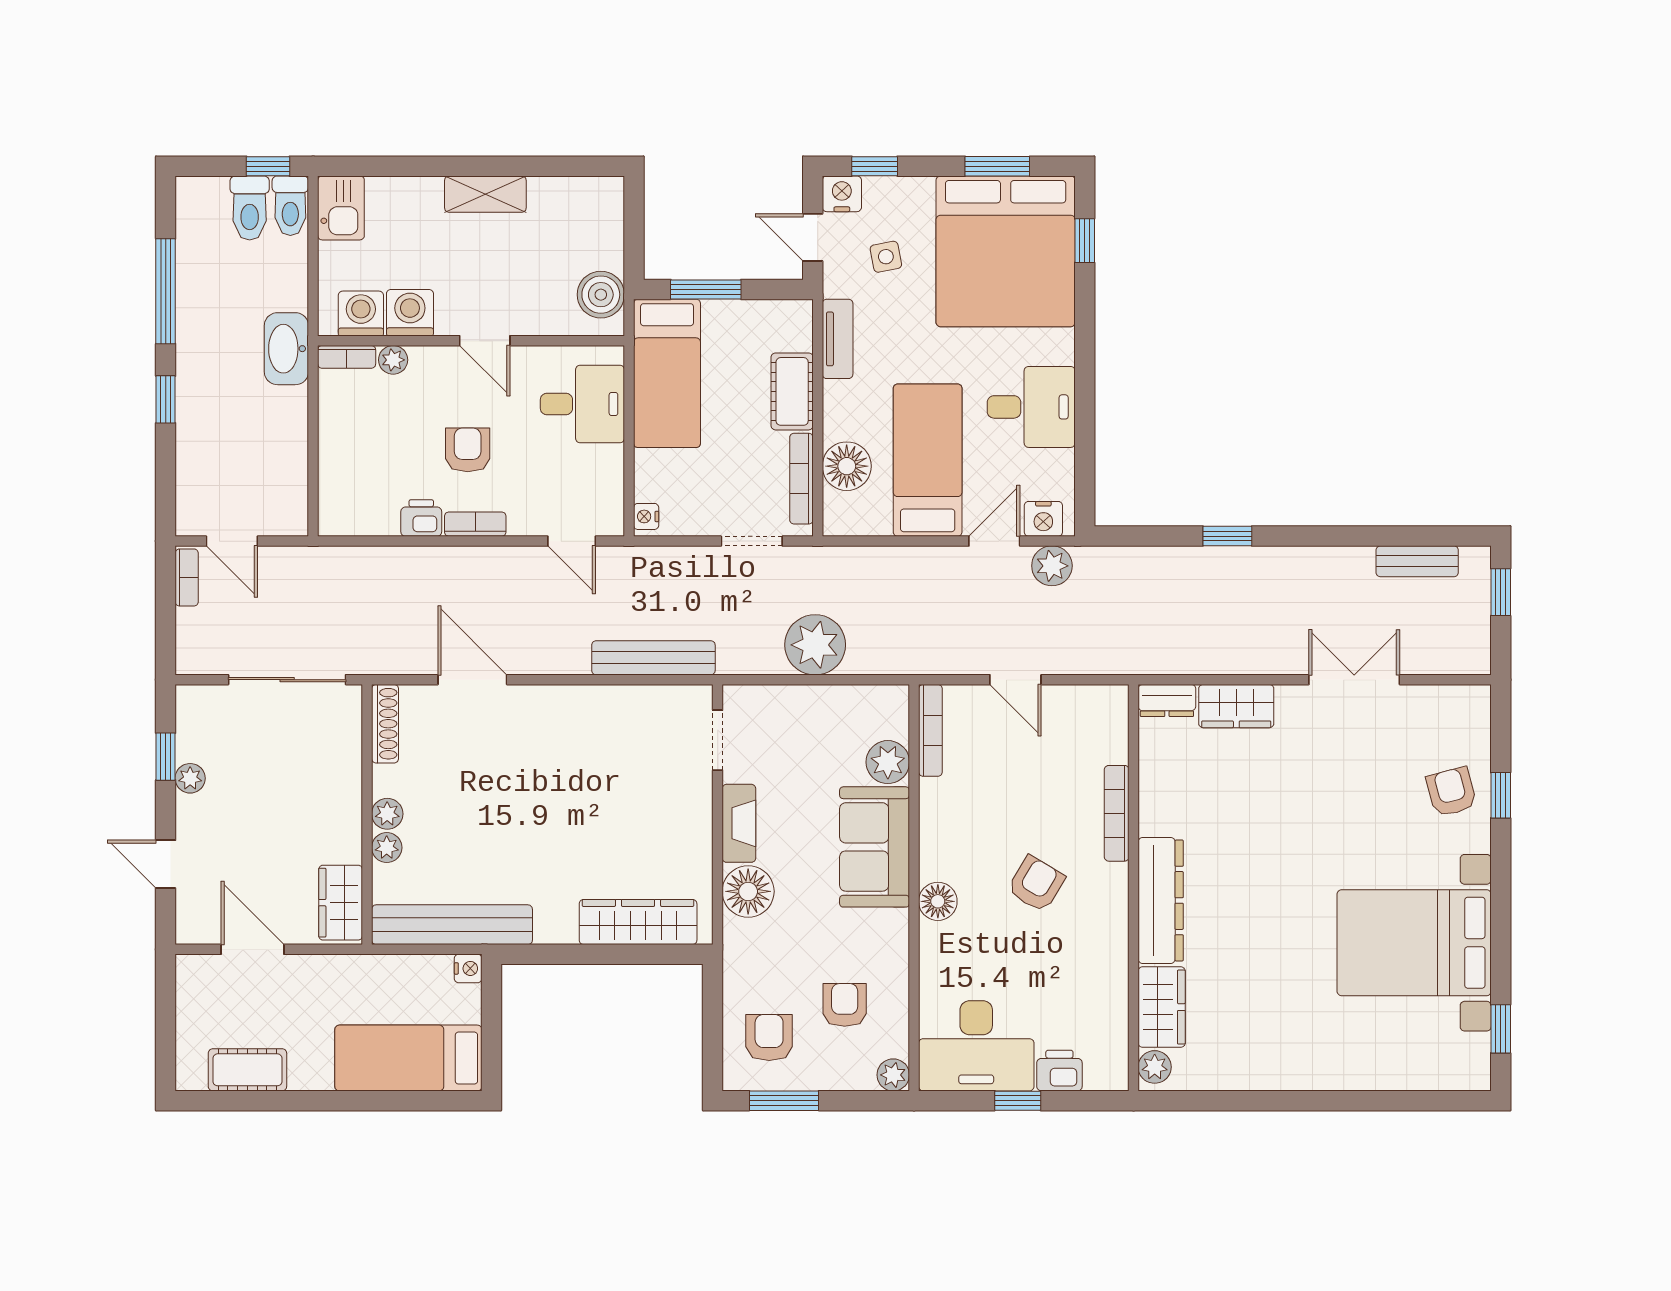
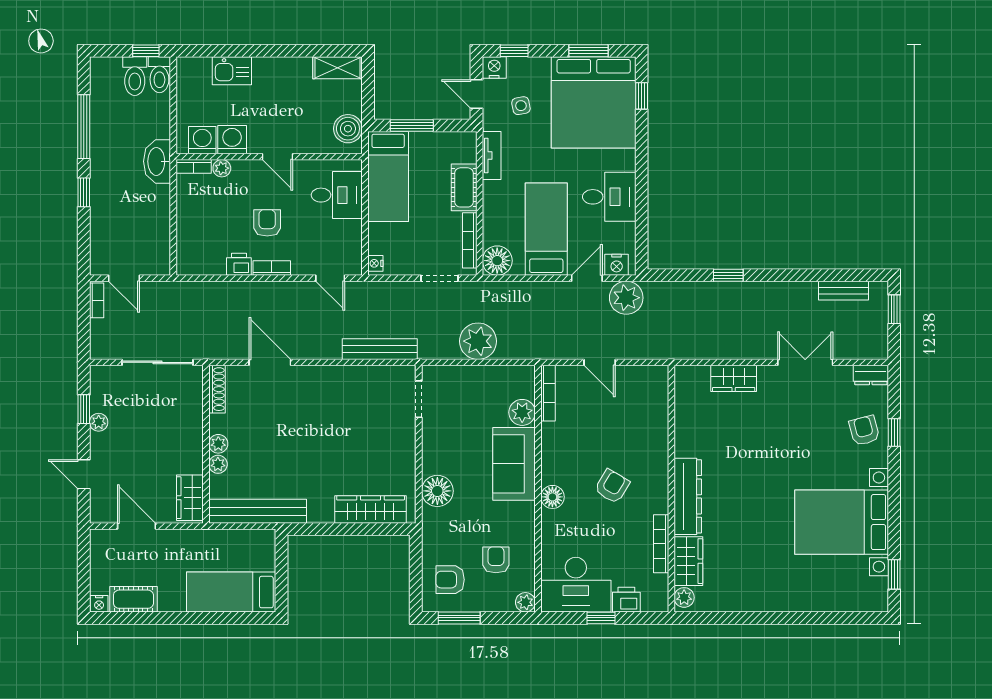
shelving: (485, 194) -> (338, 68), moved
kitchen sink: (341, 208) -> (232, 71), moved, turned 90
floor lamp: (847, 466) -> (497, 261), moved
plant: (1052, 566) -> (626, 298), width x1.36, depth x1.36
dresser: (1167, 700) -> (871, 375), moved
bookcase: (1117, 813) -> (661, 544), moved
fireplace: (739, 823) -> (432, 450), removed
nightstand: (468, 968) -> (99, 604), moved, turned 90
armchair: (769, 1038) -> (450, 580), turned -90

